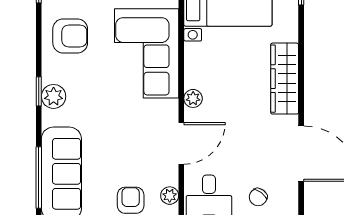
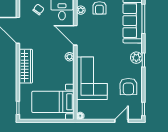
armchair: (70, 36) -> (128, 87), turned -91
door: (181, 143) -> (75, 35), hinge flipped

